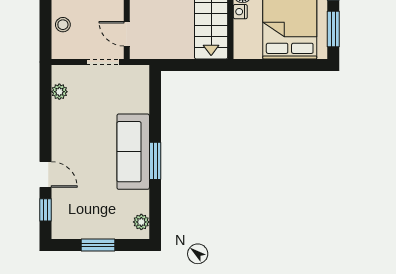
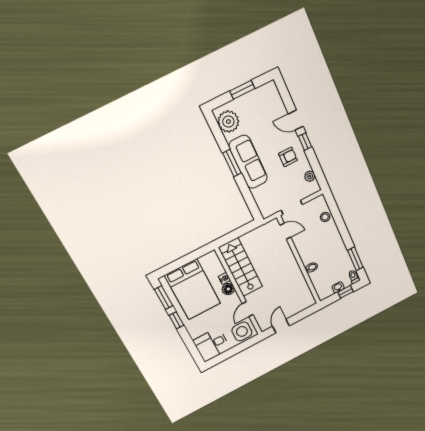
armchair: (77, 132) -> (288, 157), added
window: (46, 210) -> (305, 142), moved
plant: (141, 222) -> (228, 122), width x1.88, depth x1.88

